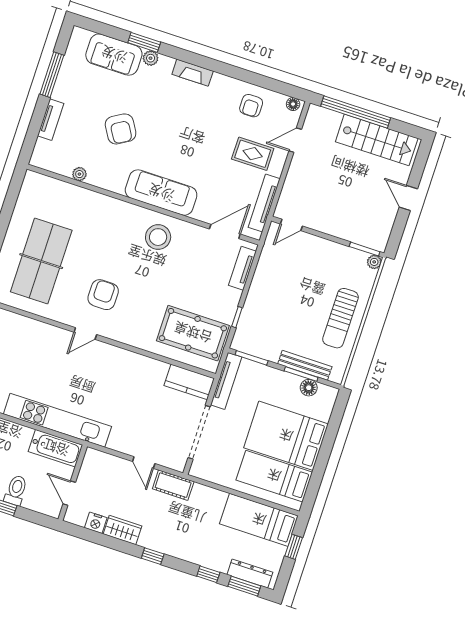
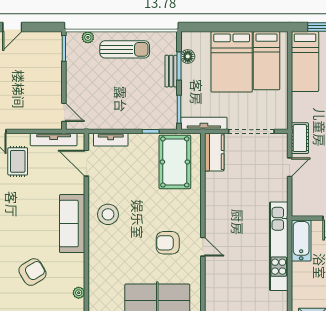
plant: (374, 262) -> (88, 37), moved
bench: (305, 365) -> (171, 71), width x0.73

